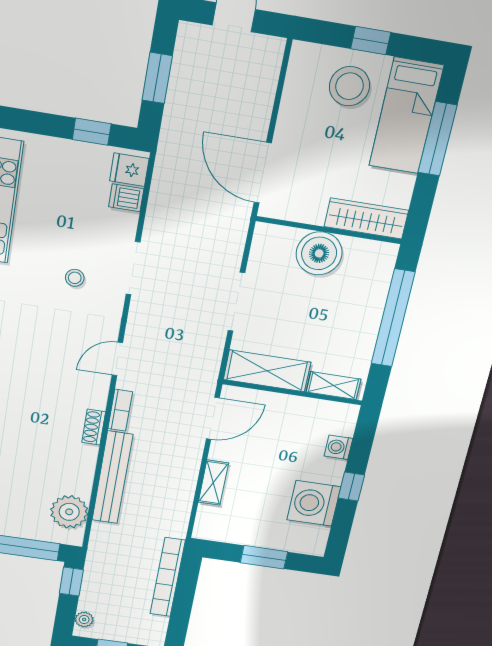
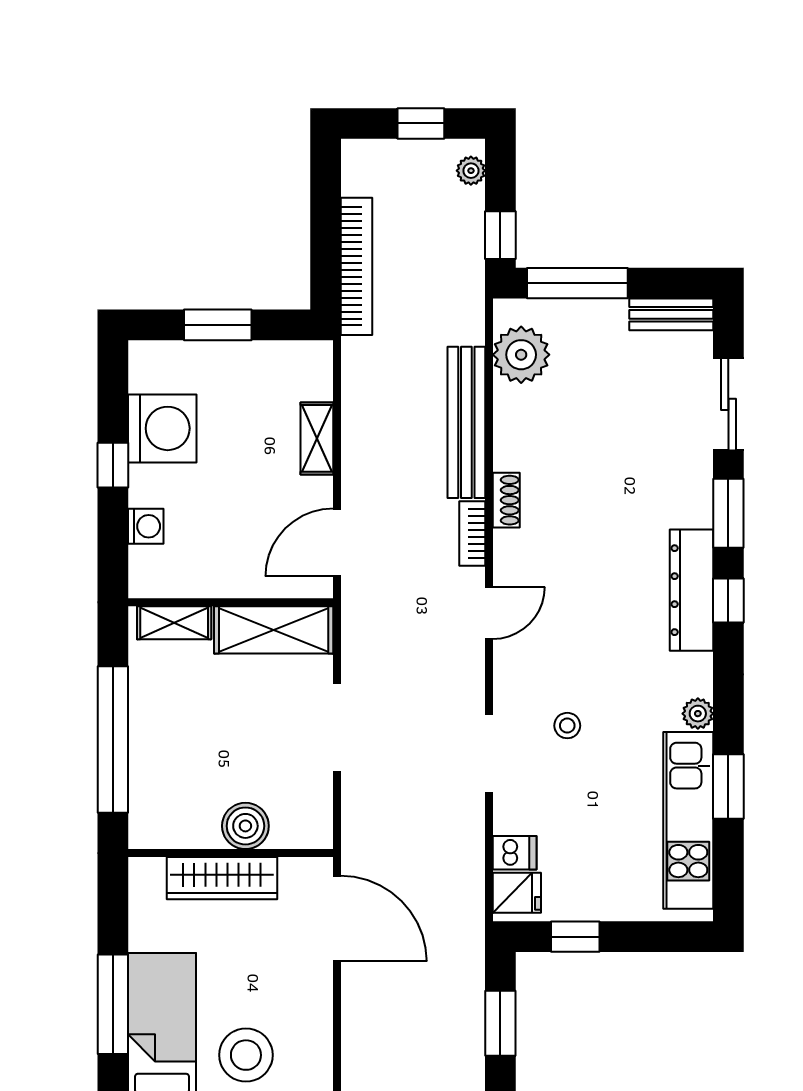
wardrobe: (366, 218) -> (222, 878), moved
boiler: (319, 253) -> (245, 826), width x0.73, depth x0.73

